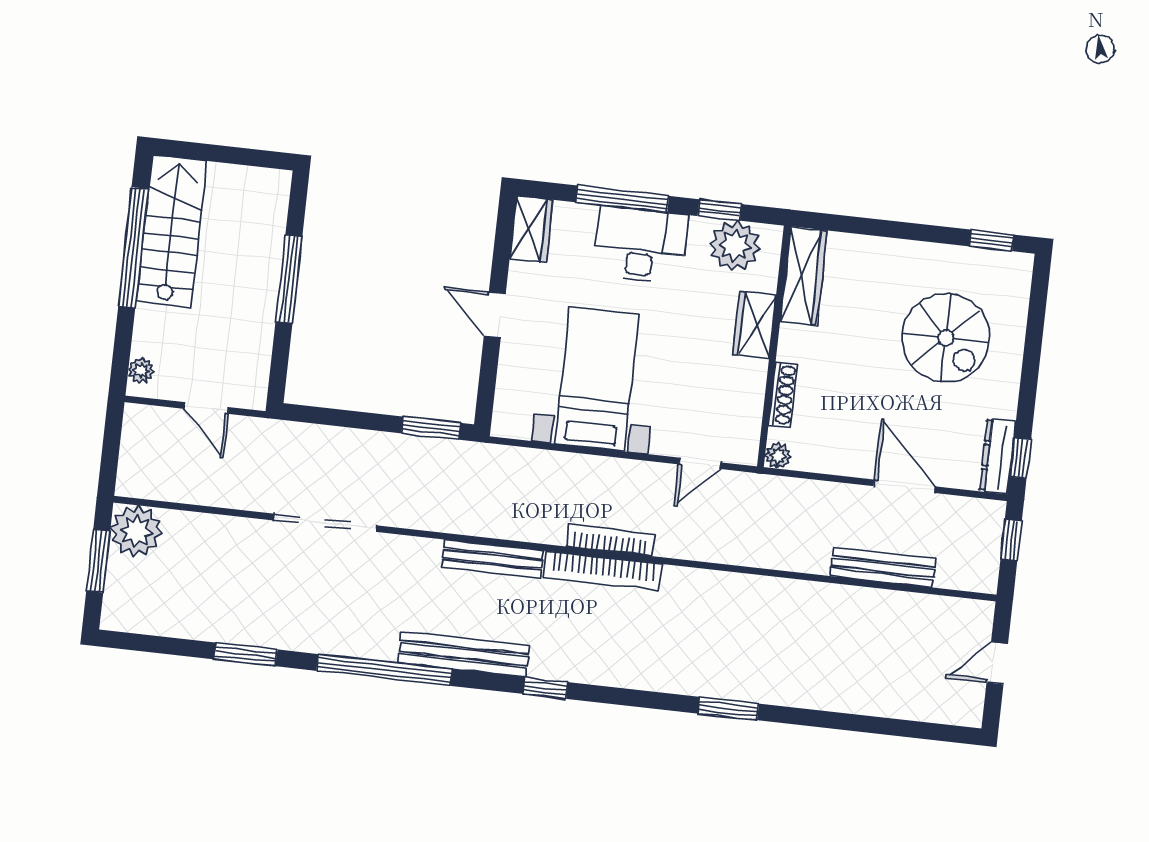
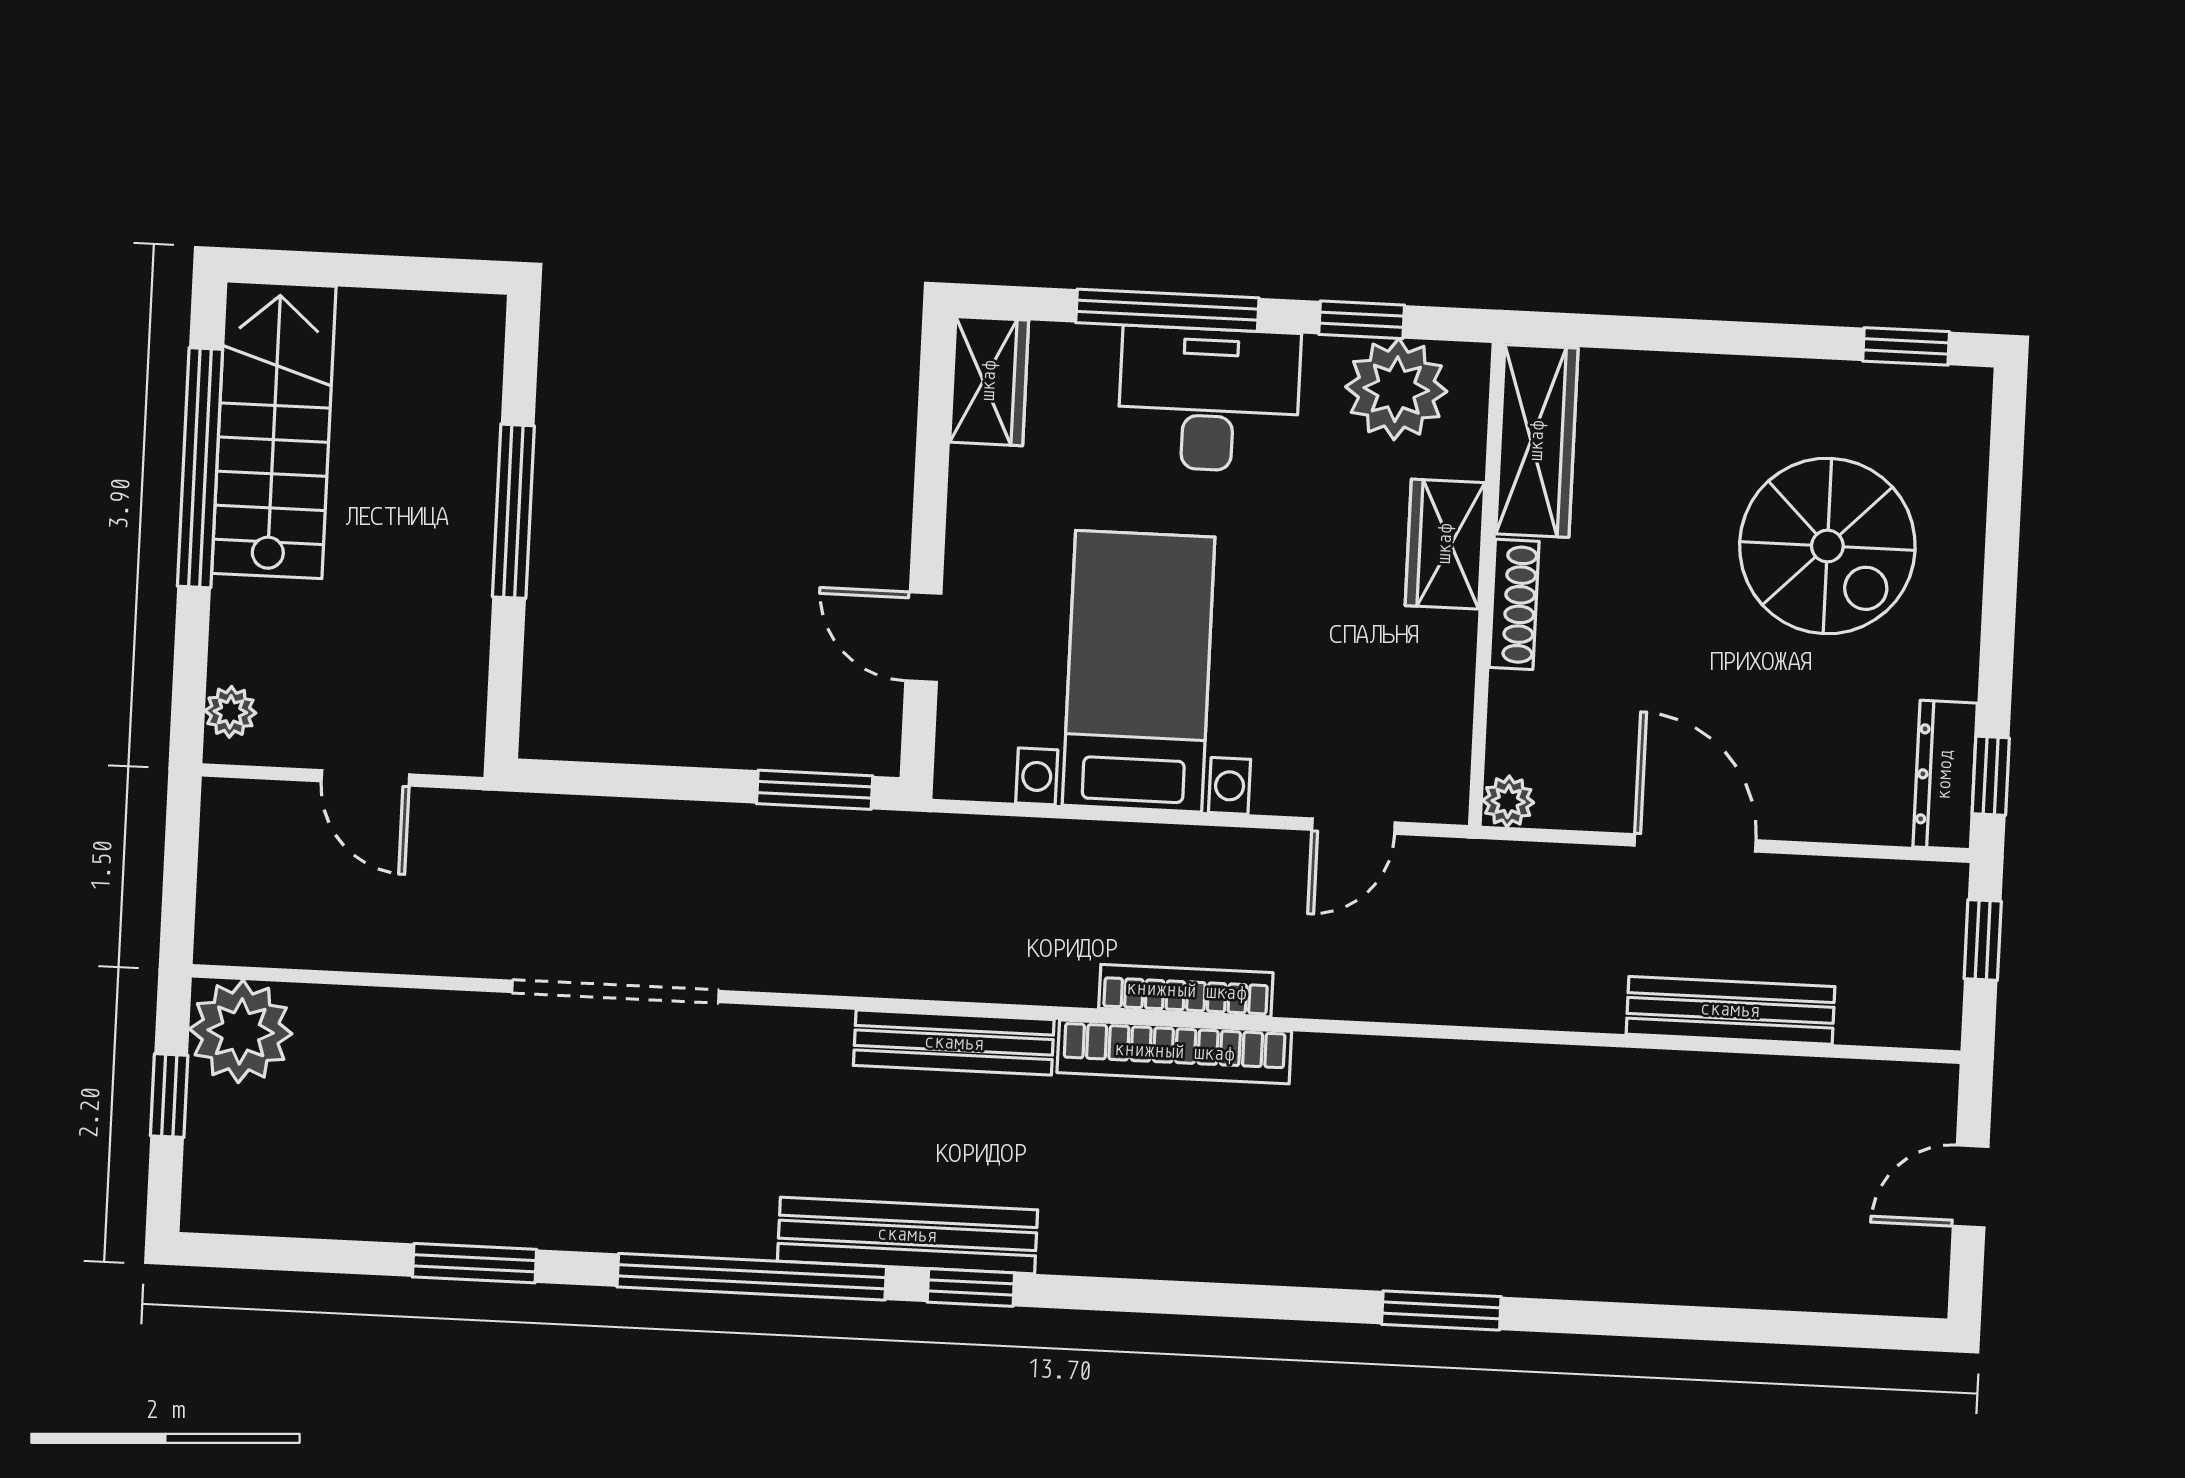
door: (495, 315) -> (923, 637), moved
shoe rack: (783, 395) -> (1514, 604), moved
door: (904, 486) -> (1695, 843), moved
window: (98, 561) -> (169, 1096), width x0.67
window: (546, 688) -> (971, 1287), moved

